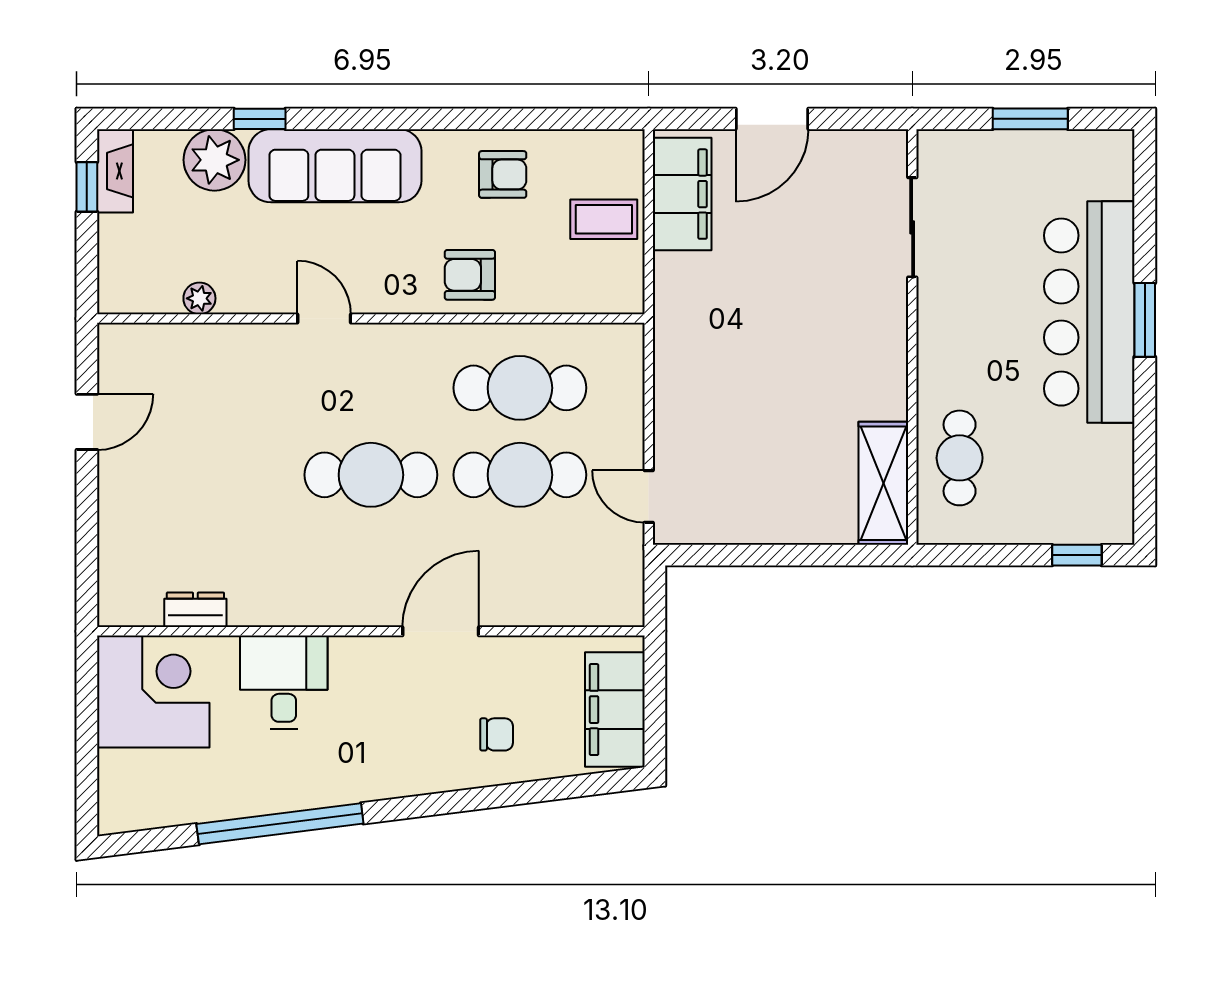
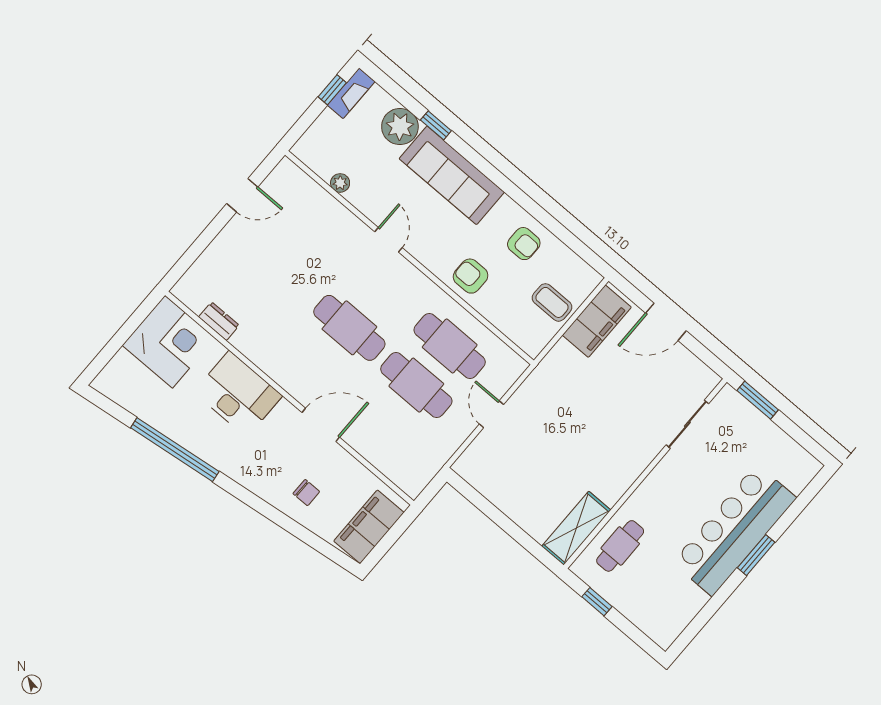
window: (1030, 119) -> (758, 400), moved
door: (649, 496) -> (491, 414), moved
window: (1077, 555) -> (597, 602), moved
desk: (284, 682) -> (238, 394), width x1.37

